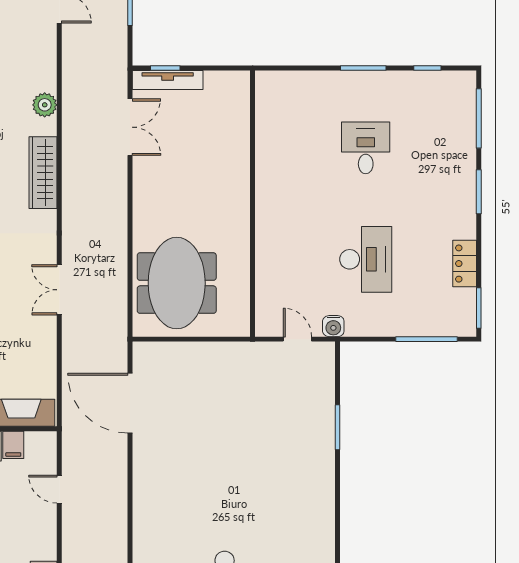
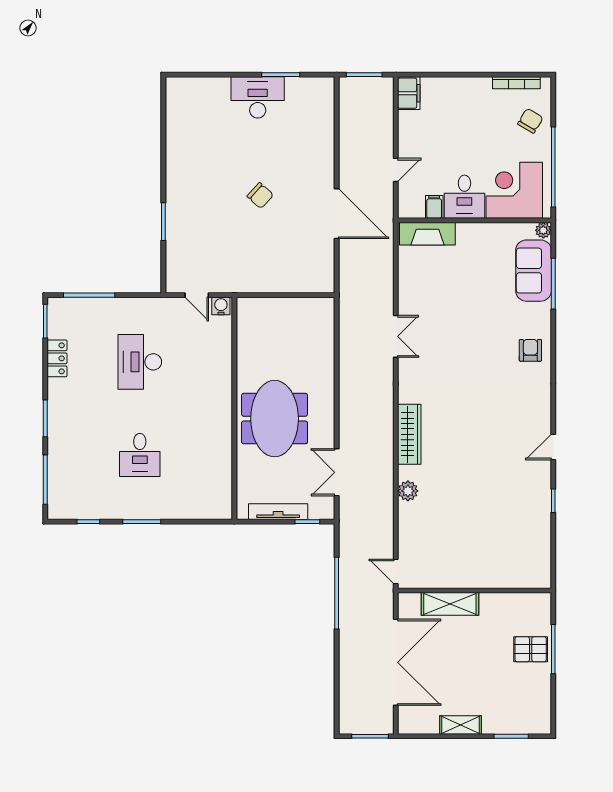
tv unit: (168, 80) -> (278, 512), moved
meeting table: (177, 283) -> (275, 419), moved
water cooler: (333, 326) -> (221, 306), moved
door: (130, 403) -> (337, 214), moved
chair: (221, 458) -> (260, 196), added
door: (59, 489) -> (396, 170), hinge flipped

